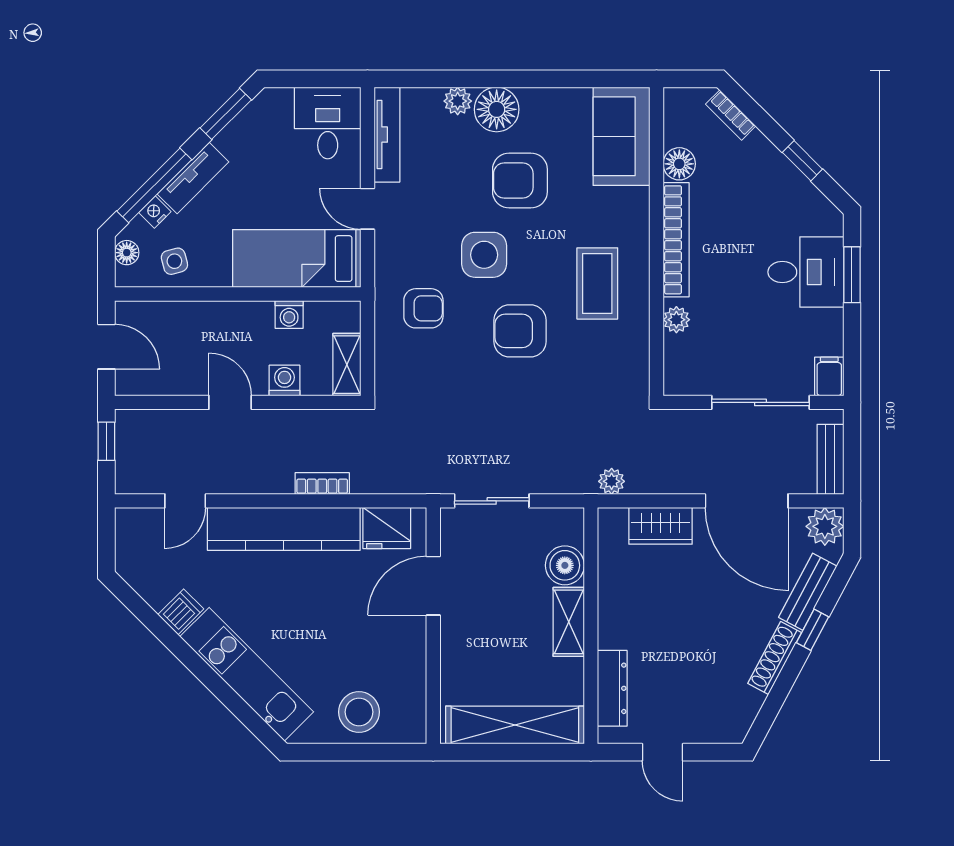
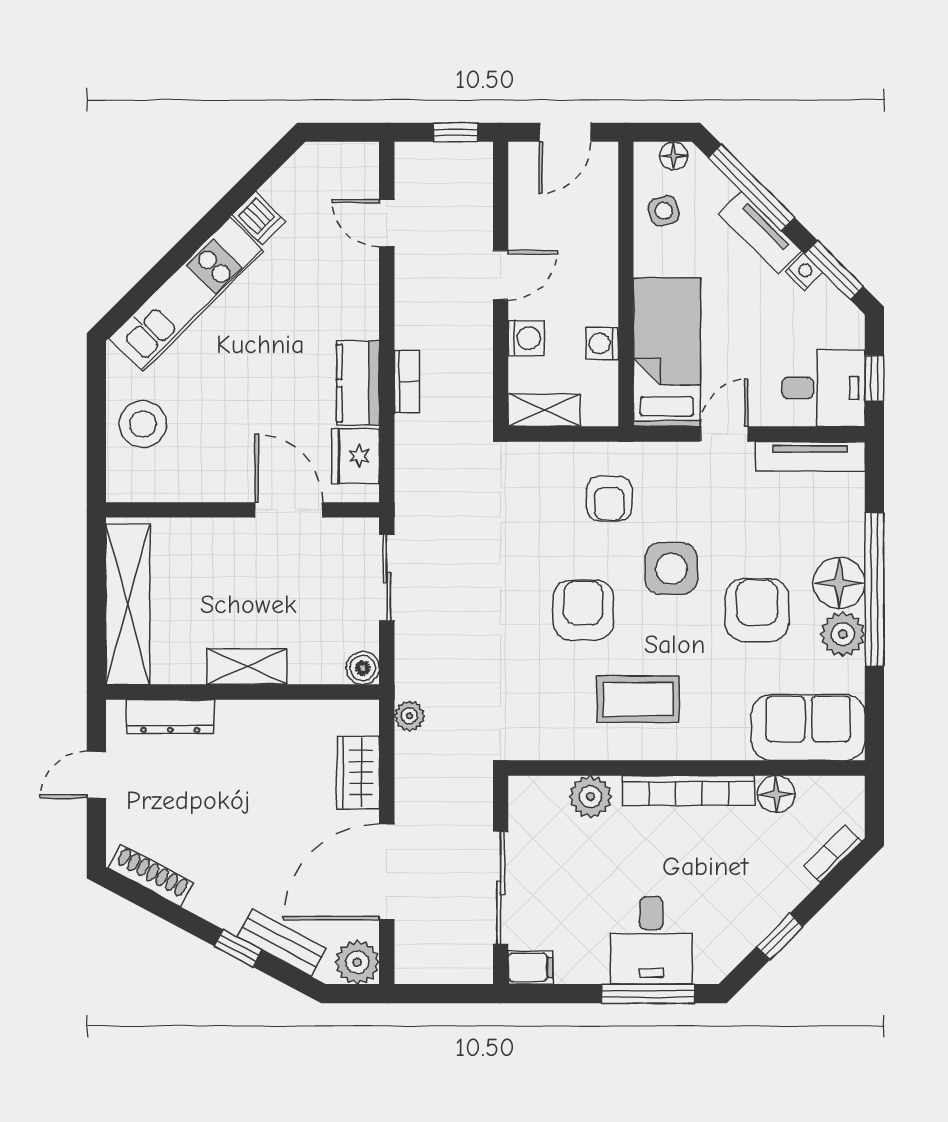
window: (319, 79) -> (874, 378), added
window: (502, 79) -> (874, 590), added
plant: (458, 101) -> (843, 634), moved, width x1.38, depth x1.38
nightstand: (155, 212) -> (804, 272), moved
window: (852, 275) -> (648, 994), width x1.44
plant: (676, 320) -> (590, 797), width x1.38, depth x1.38
bench: (830, 459) -> (435, 969), removed
kitchen counter: (284, 529) -> (358, 383), width x0.48, depth x0.86
boiler: (565, 565) -> (363, 668), moved, width x0.73, depth x0.73
shoe rack: (775, 658) -> (151, 875), moved

